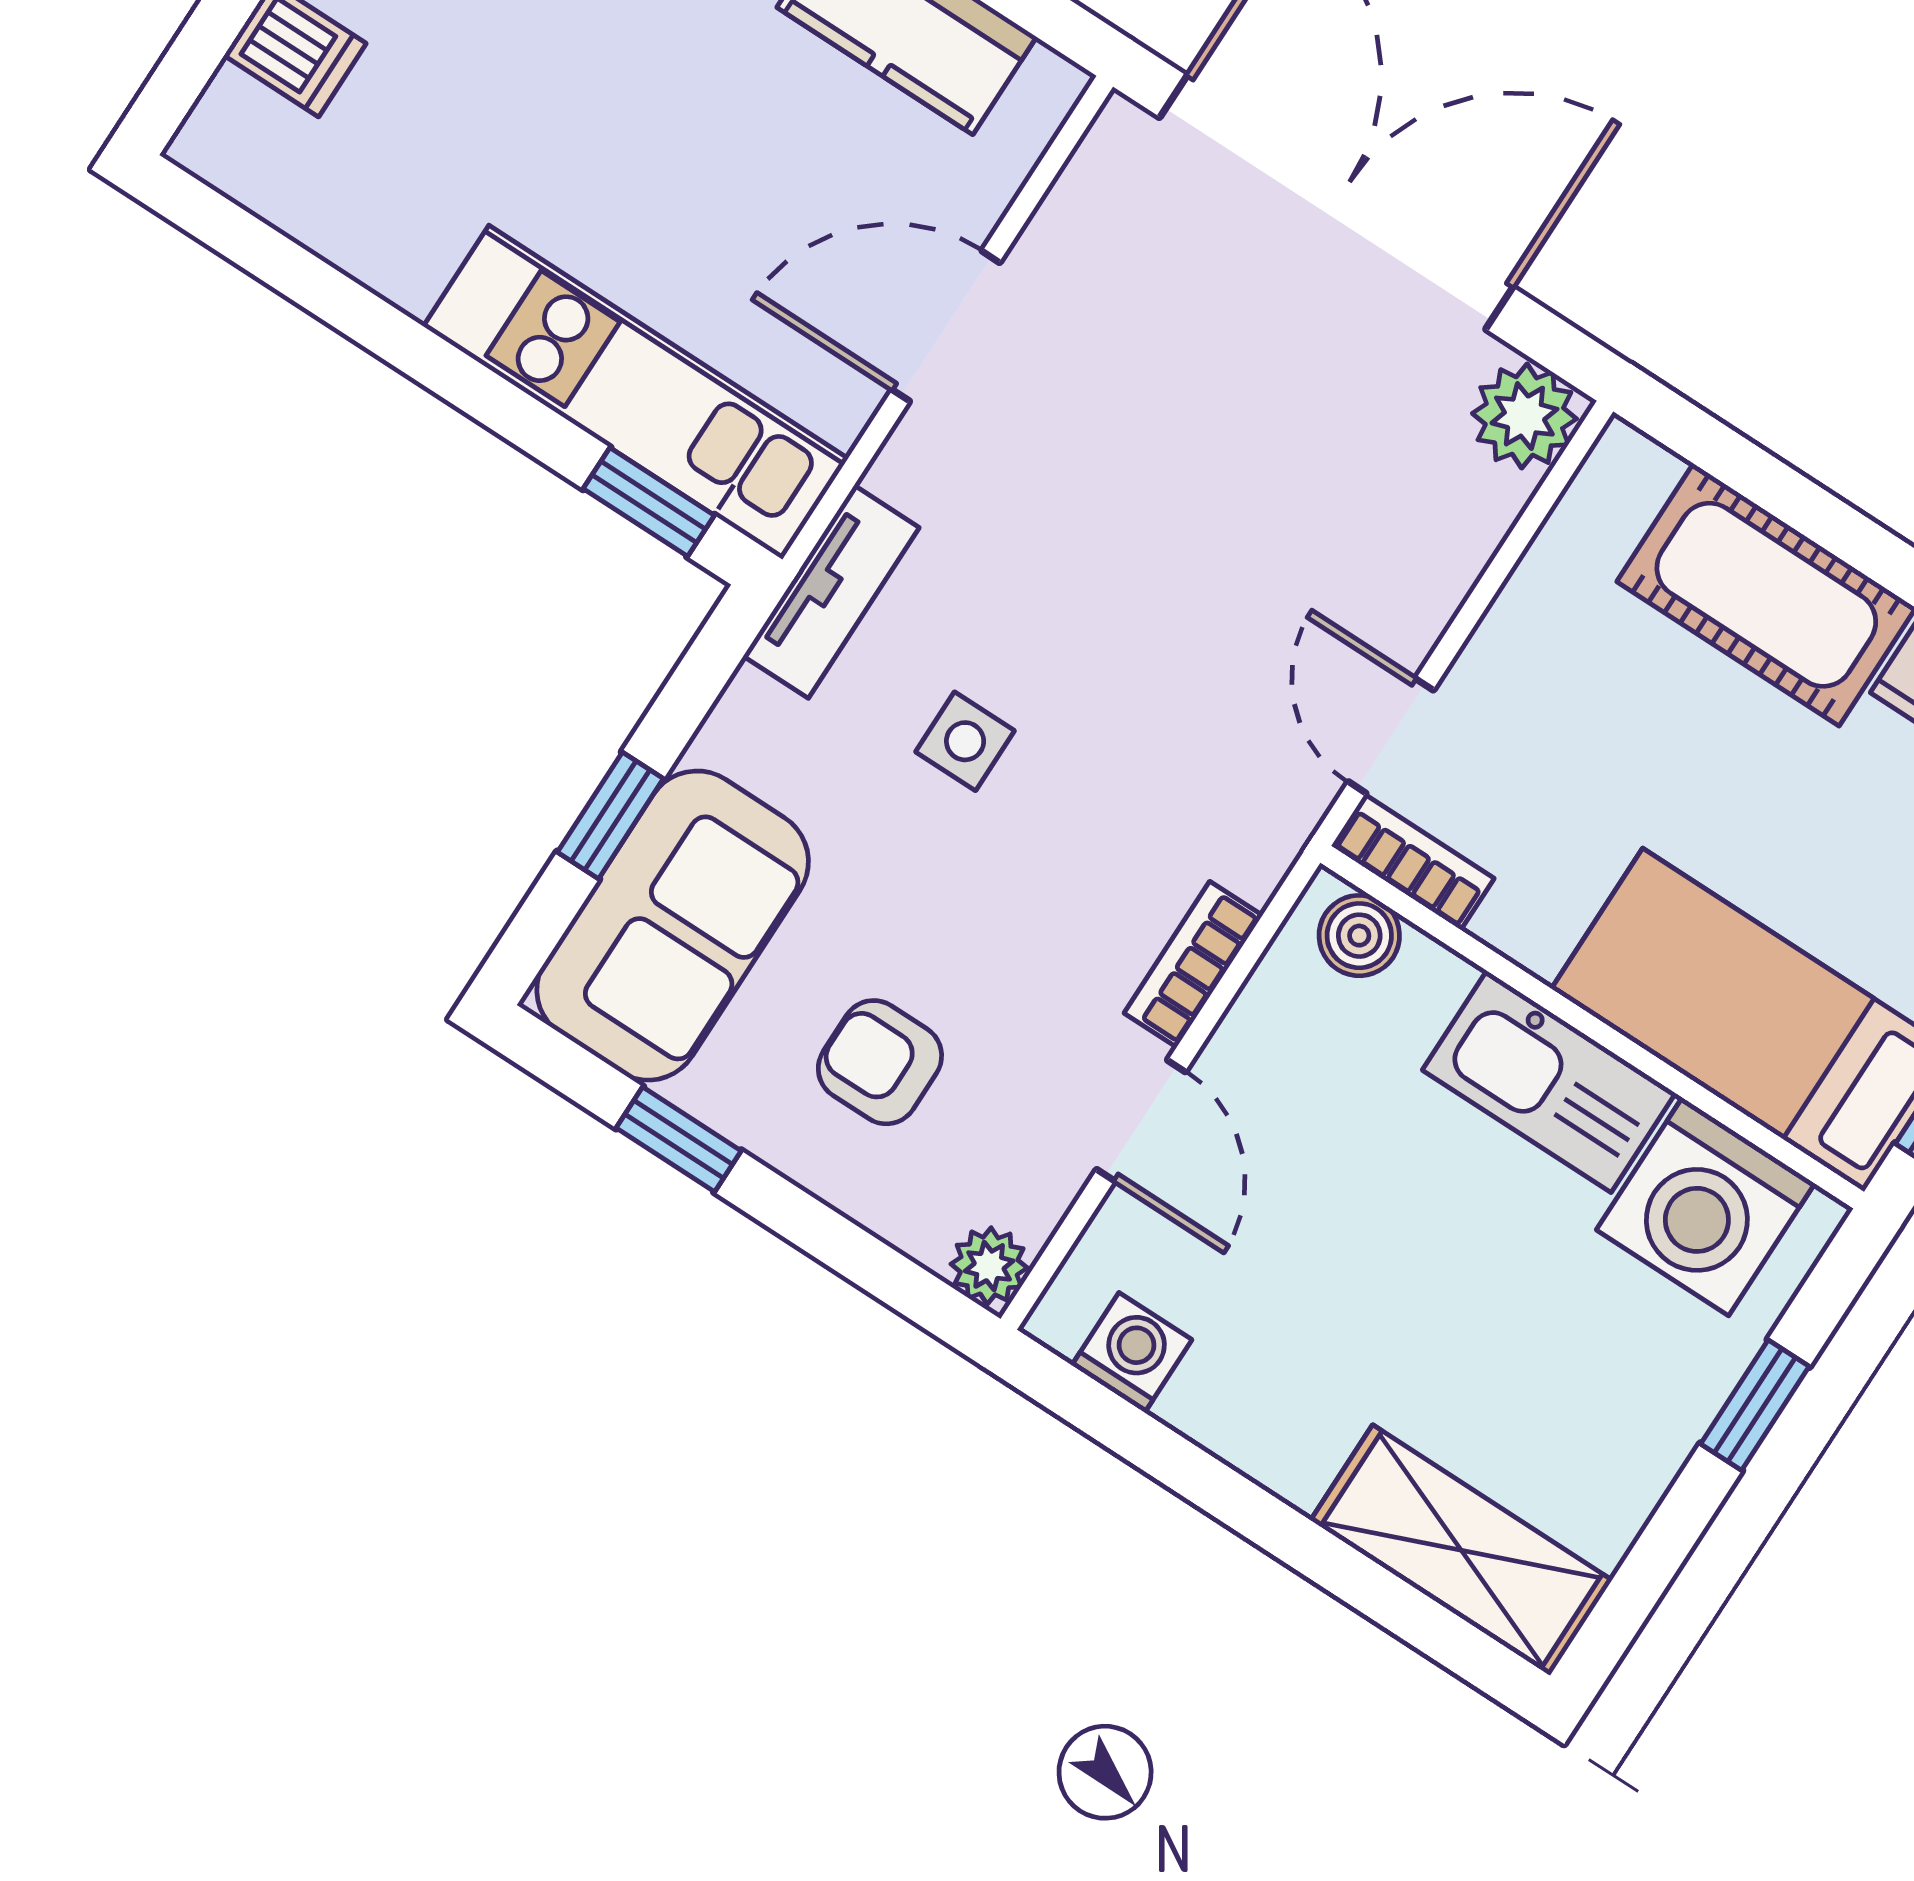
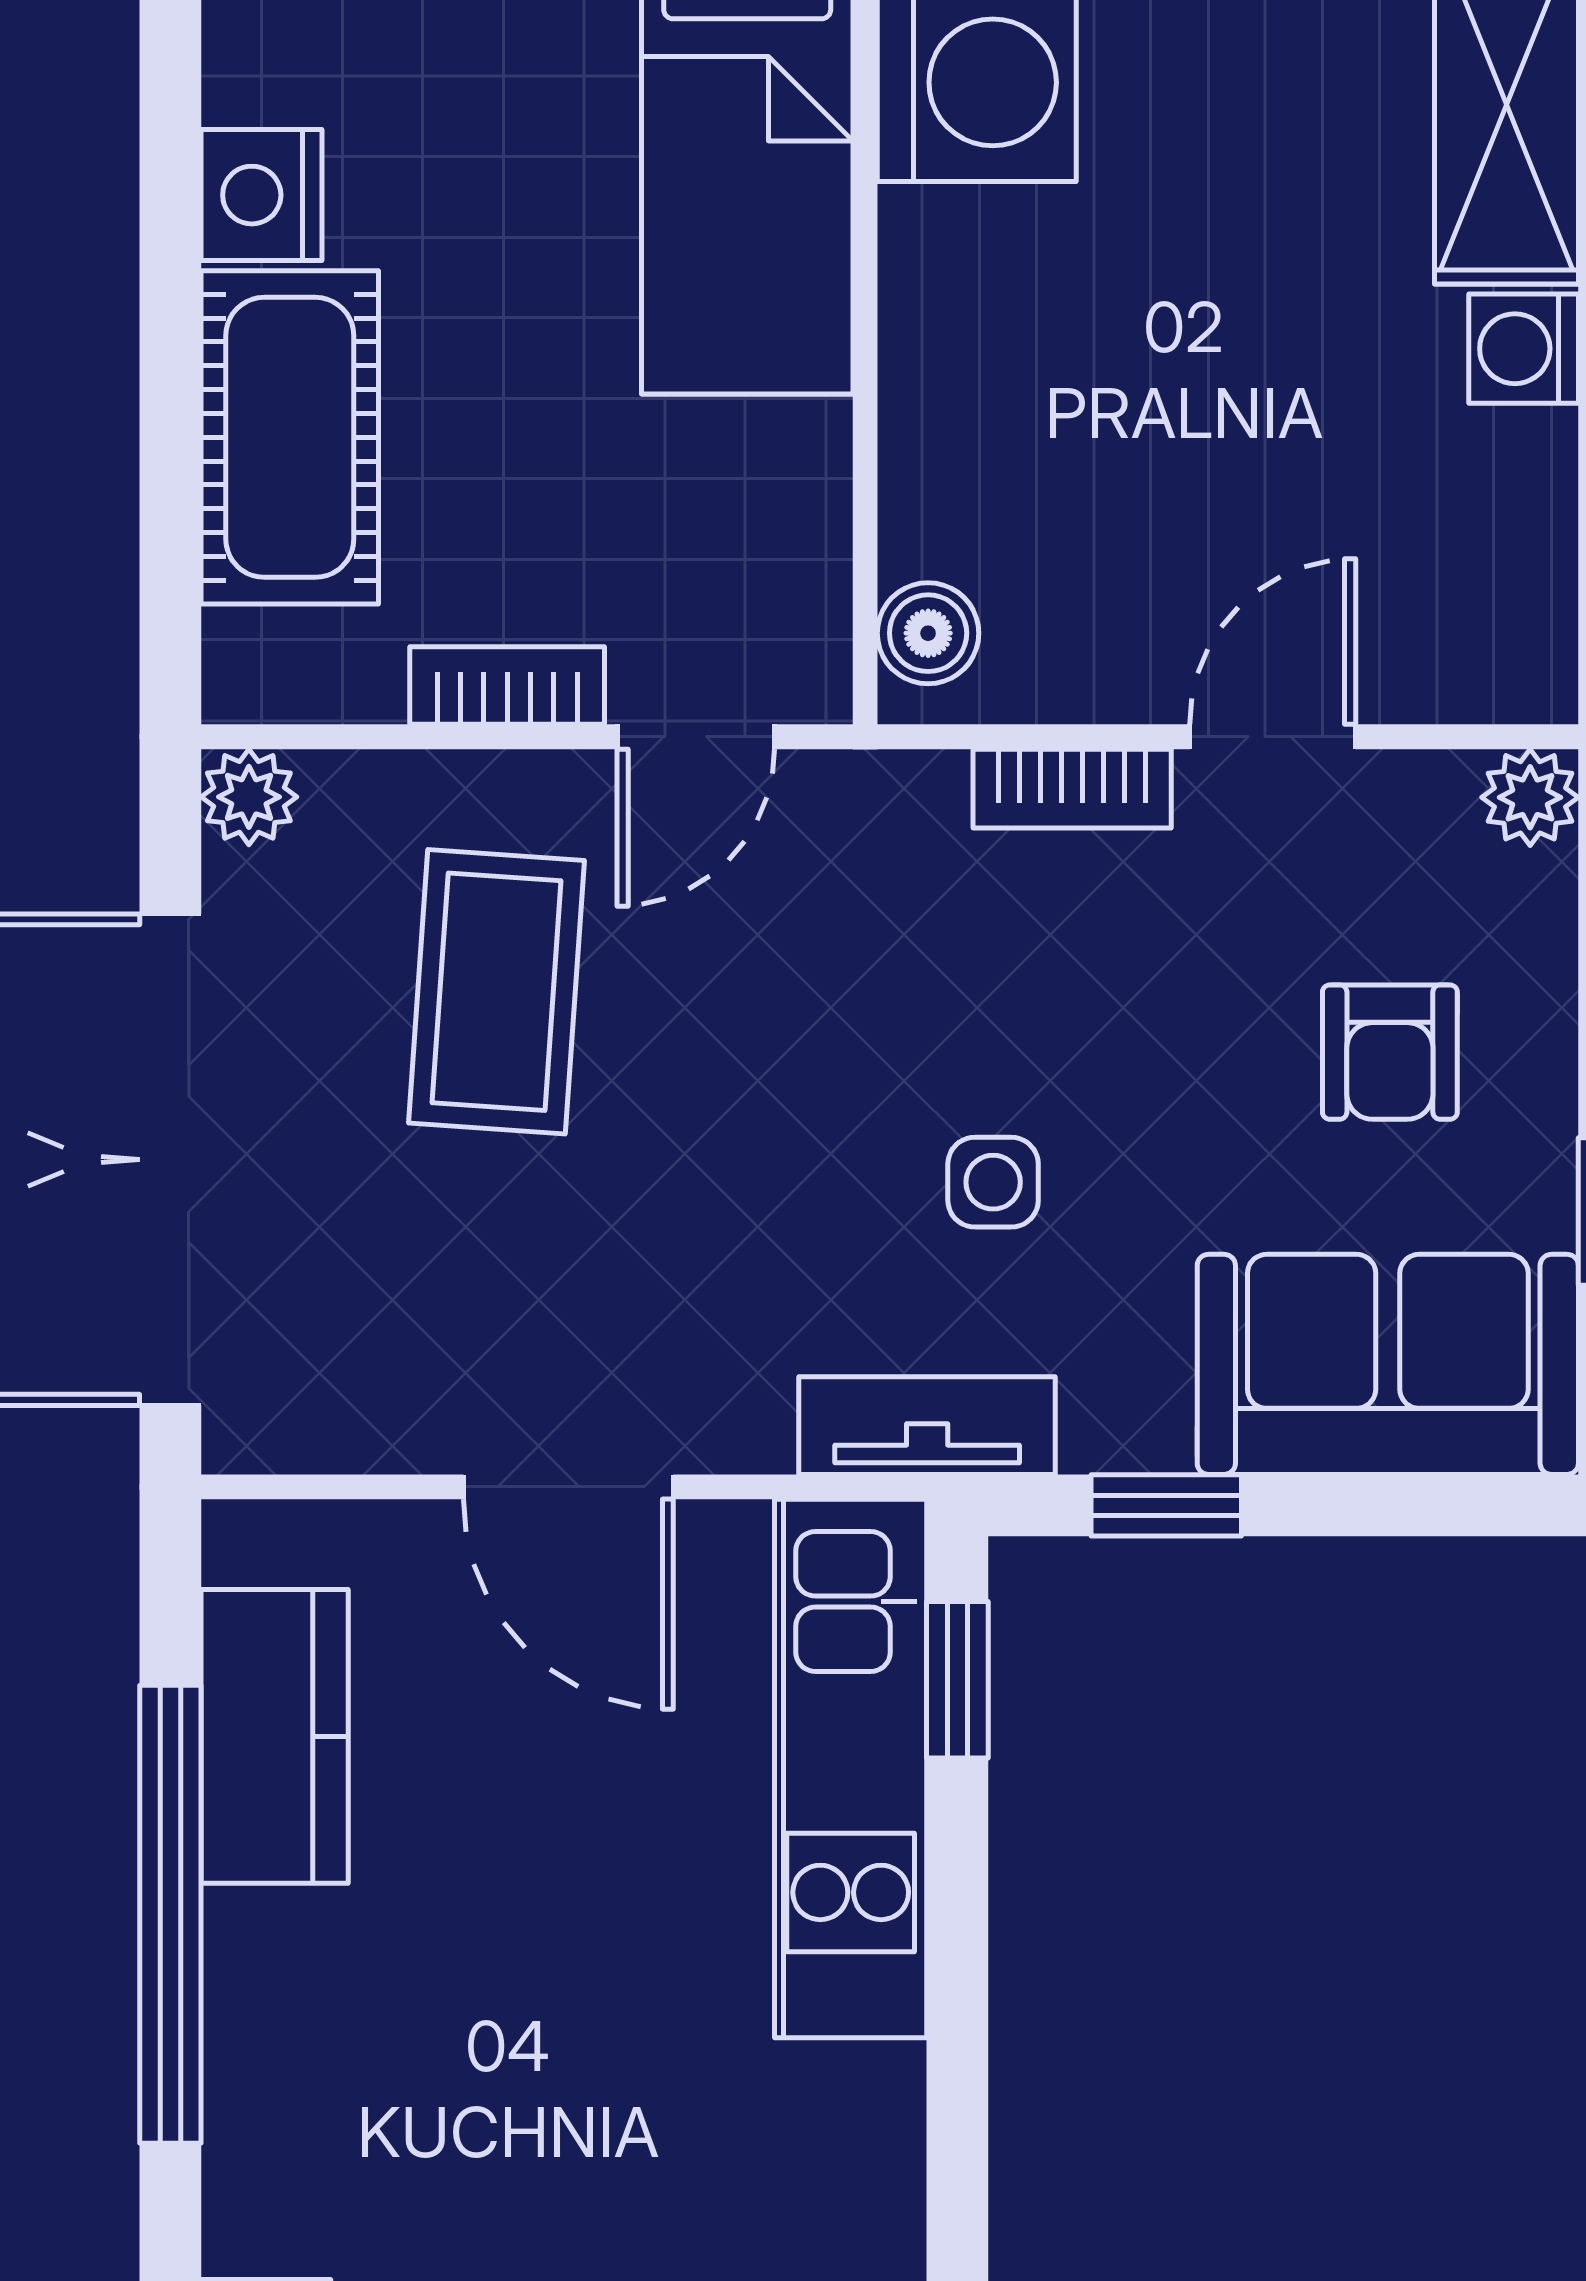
plant: (1524, 416) -> (249, 797), width x0.73, depth x0.73
coffee table: (1307, 493) -> (497, 992), added
window: (610, 815) -> (1166, 1505), moved
bookcase: (1413, 862) -> (507, 686), moved, turned 90
kitchen sink: (1549, 1082) -> (952, 333), removed
washing machine: (1132, 1352) -> (1524, 349), moved

